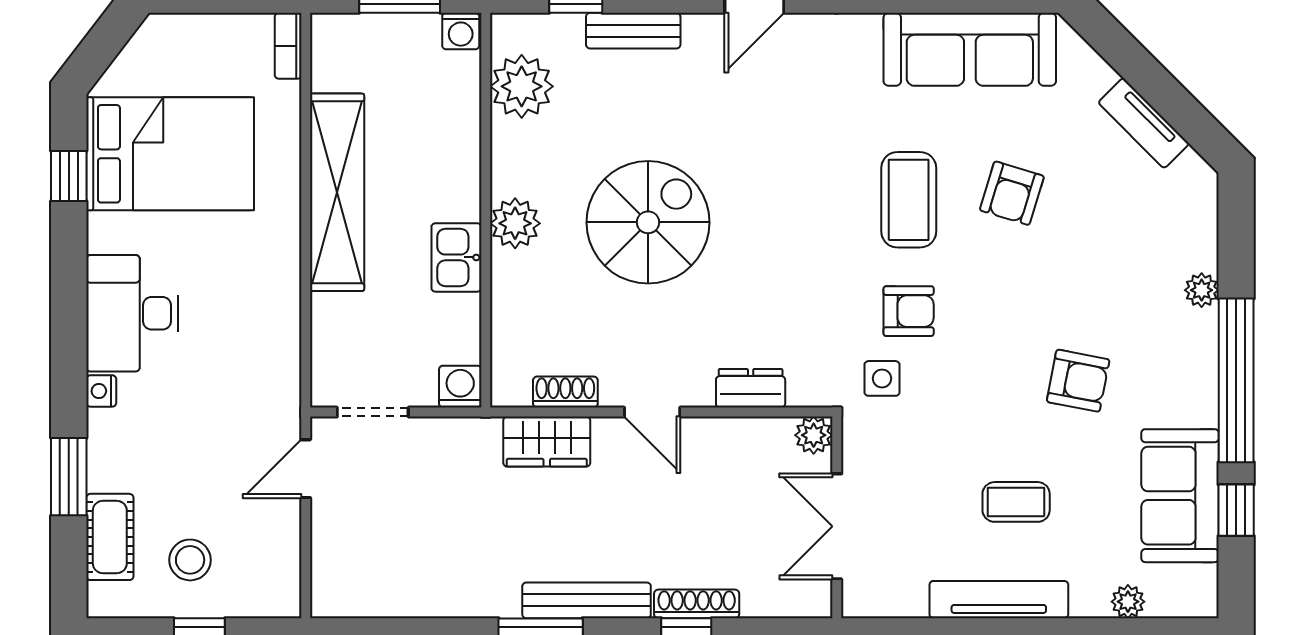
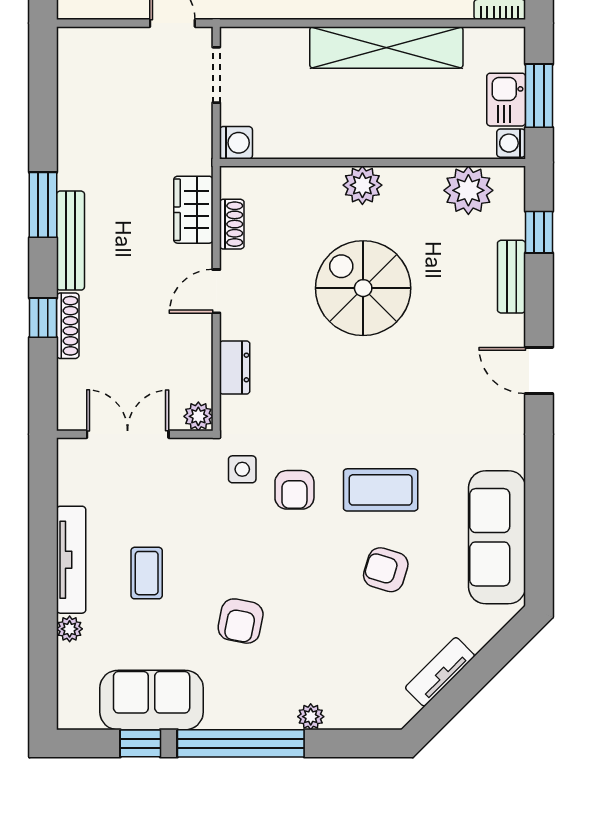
spiral stairs: (648, 222) -> (363, 288), turned 180
kitchen sink: (456, 257) -> (506, 100), moved, turned -90
plant: (1128, 602) -> (70, 629), moved

